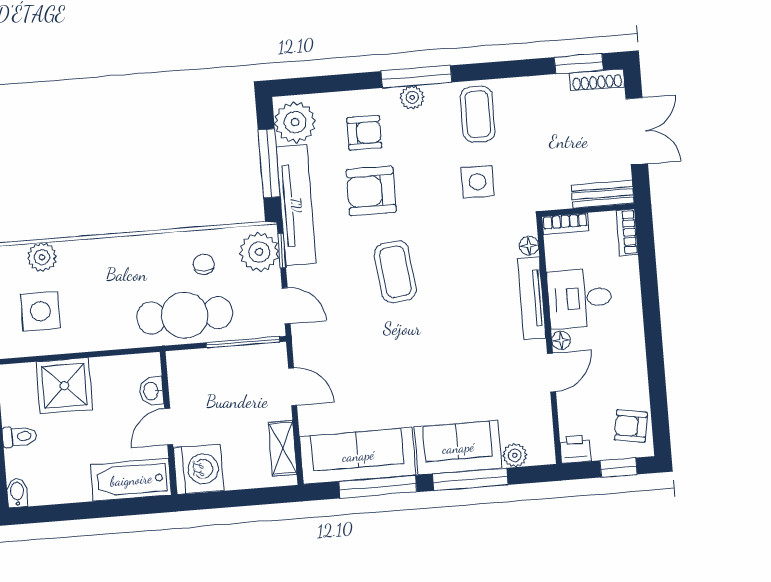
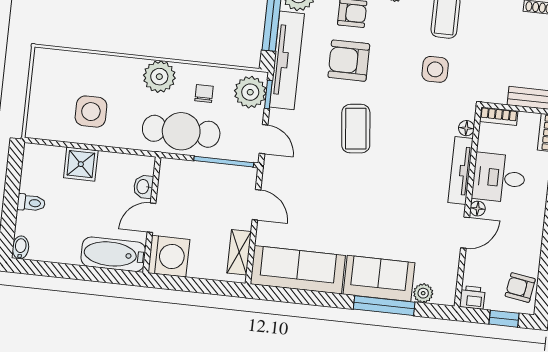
plant: (42, 257) -> (159, 77), moved, width x1.36, depth x1.36
side table: (40, 311) -> (91, 112), moved
shower: (64, 386) -> (81, 164), width x0.73, depth x0.73
window: (378, 487) -> (309, 297), removed

